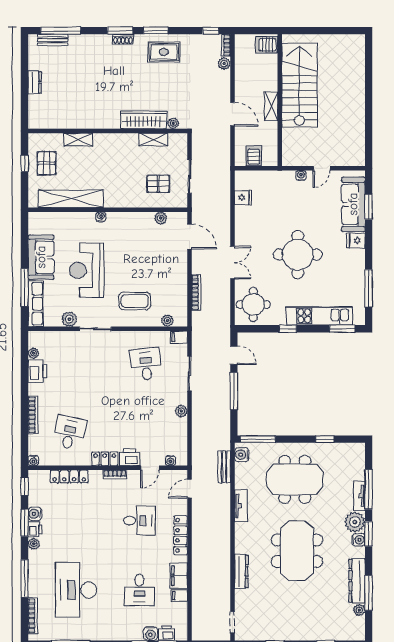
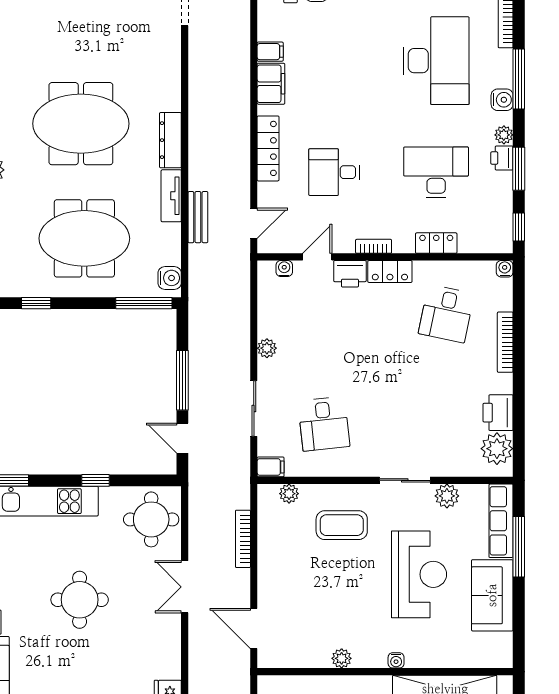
plant: (161, 218) -> (342, 658), moved
round table: (298, 255) -> (80, 600), width x0.73, depth x0.73
plant: (33, 353) -> (497, 449), width x1.88, depth x1.88
bench: (224, 467) -> (198, 217), moved
locker: (69, 476) -> (436, 243), width x0.66
water cooler: (35, 514) -> (502, 100), moved
meeting table: (297, 551) -> (81, 124), turned 90
dresser: (241, 571) -> (170, 140), moved
desk: (139, 590) -> (436, 172), moved, width x1.37

